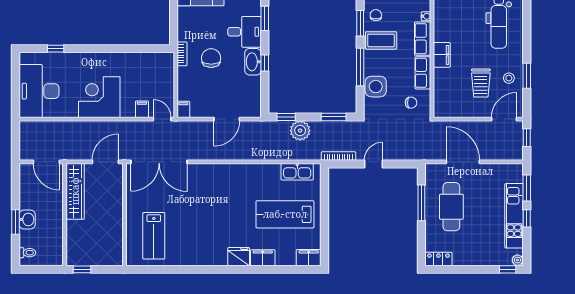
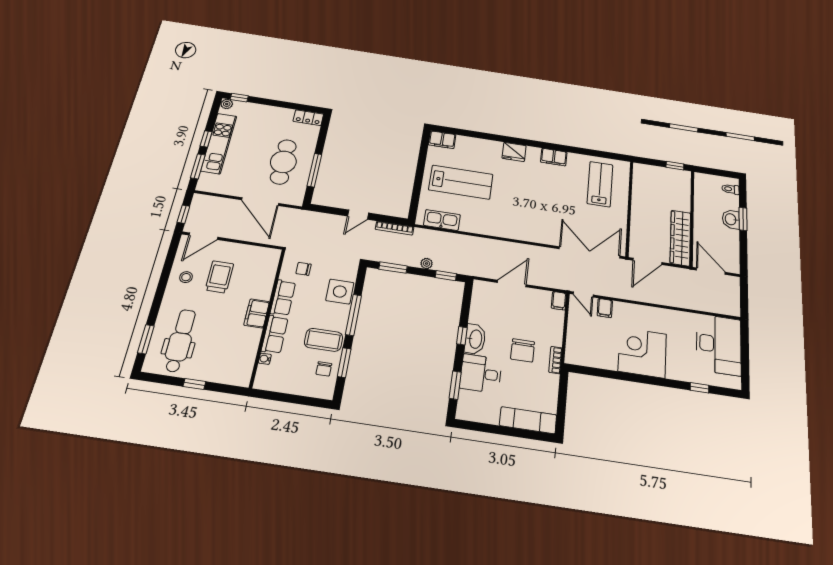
window: (527, 76) -> (146, 339), moved
corner desk: (99, 97) -> (642, 353), moved, turned 180
plant: (300, 131) -> (427, 264), width x0.53, depth x0.53
filing cabinet: (263, 258) -> (554, 157), moved

